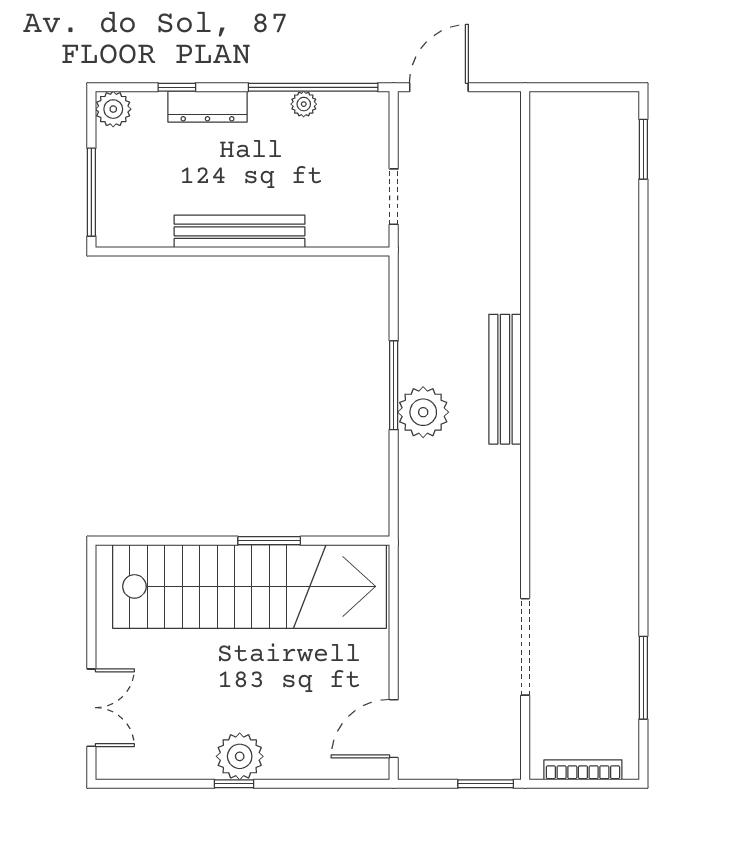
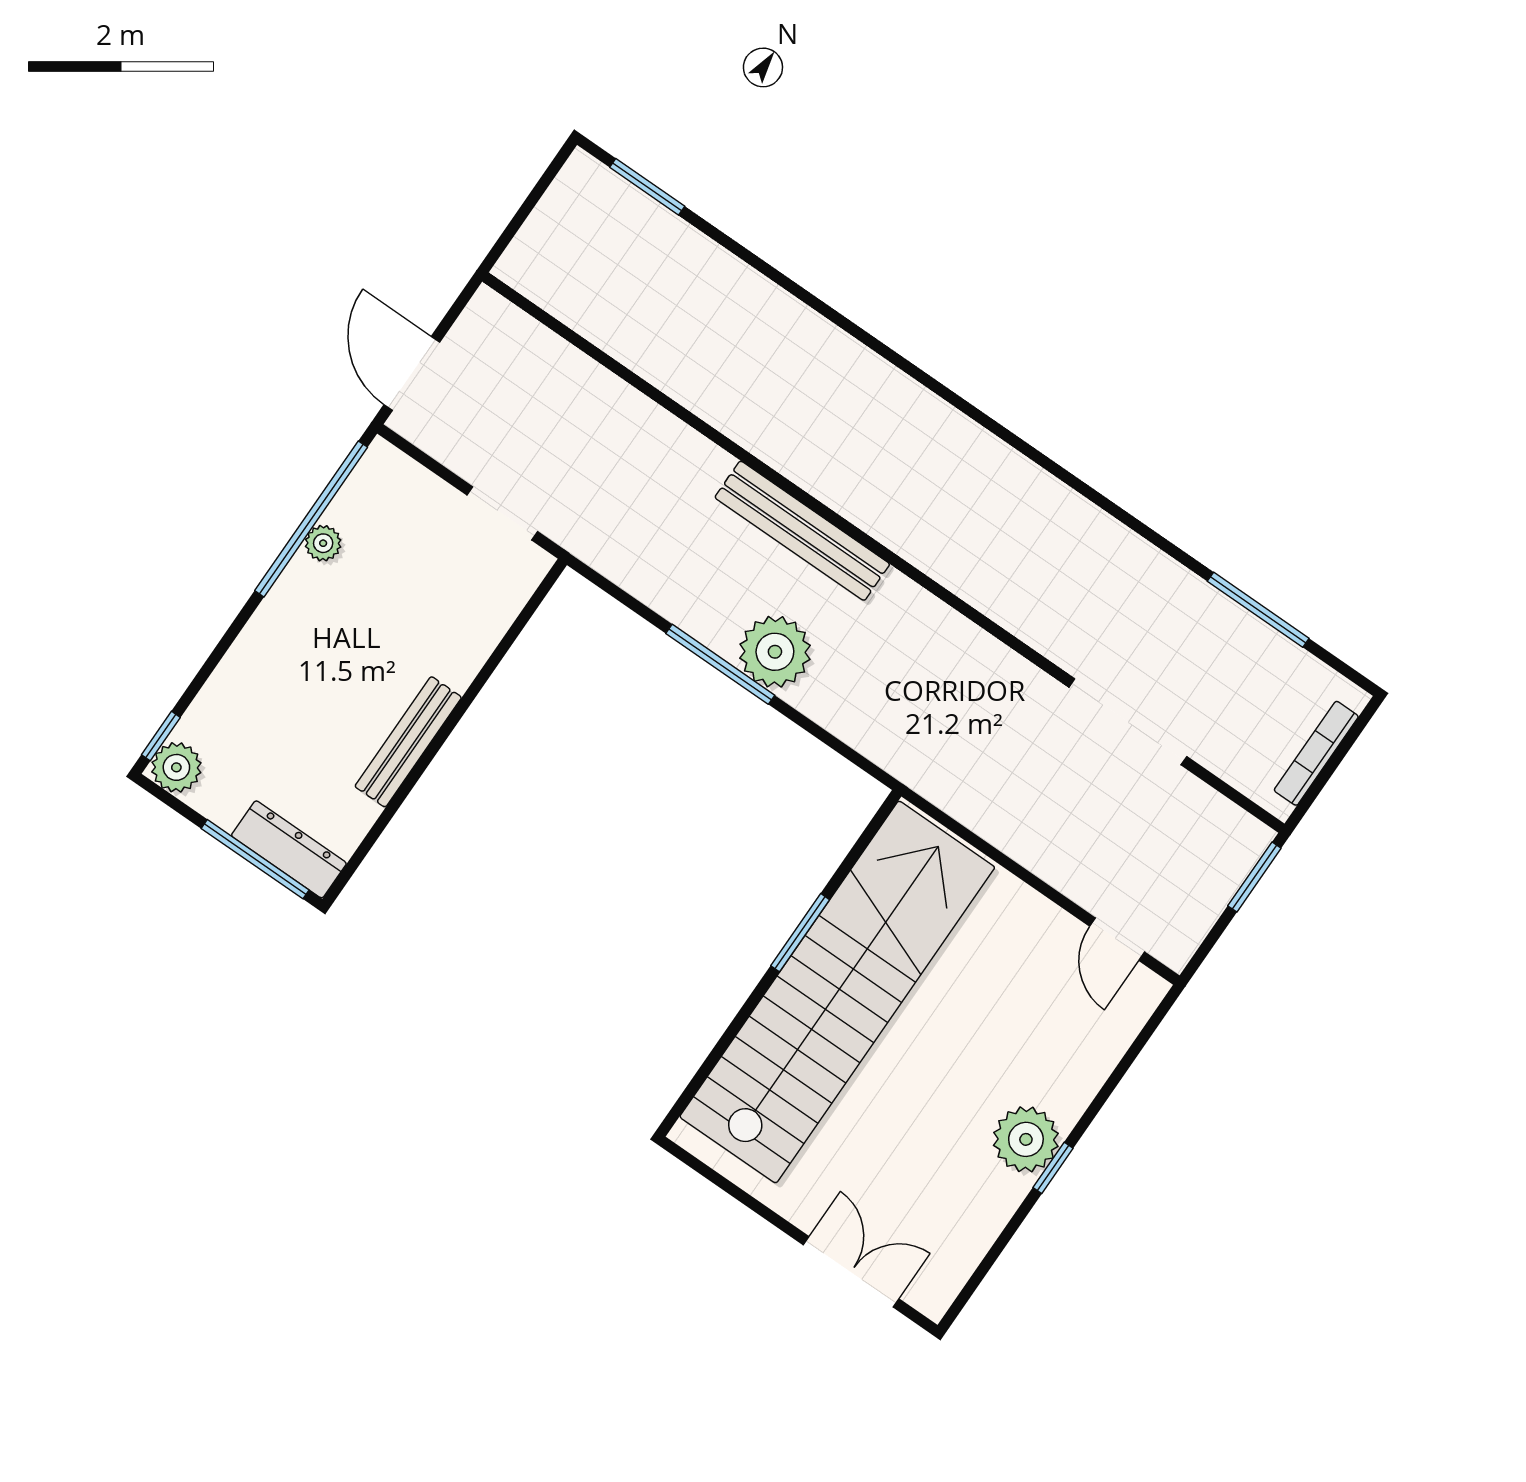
window: (177, 87) -> (161, 736), moved
dresser: (207, 107) -> (289, 849), moved, turned -90
bench: (240, 231) -> (408, 742), width x0.73, depth x0.82
door: (394, 729) -> (1117, 939), width x0.73

